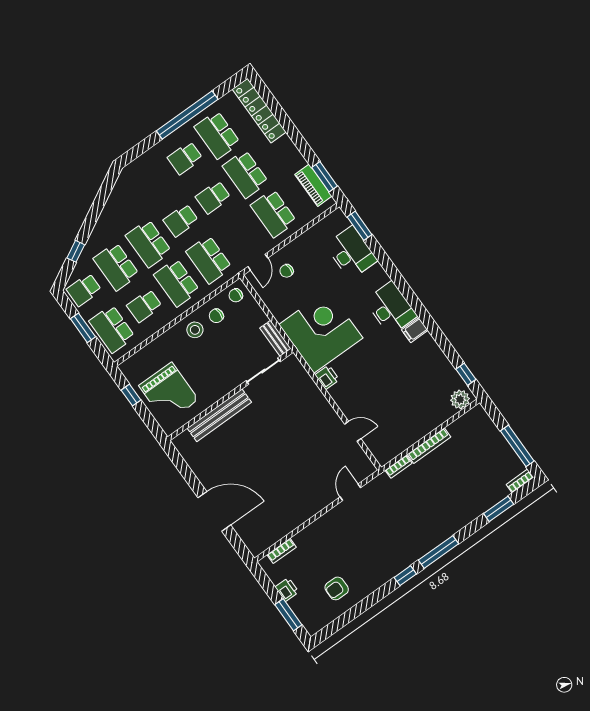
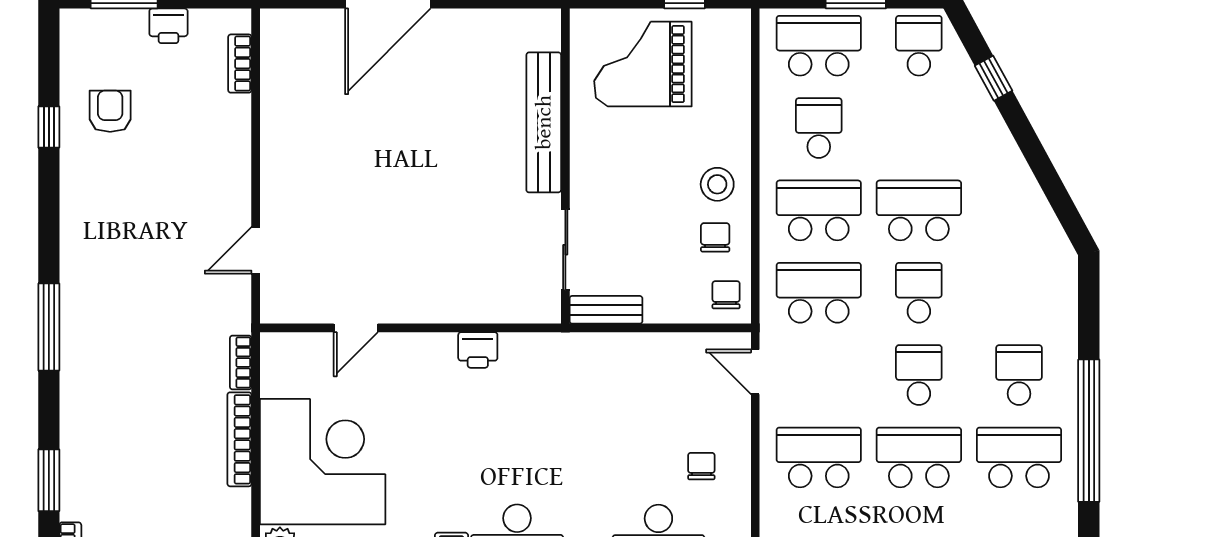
school desk: (116, 267) -> (919, 128), removed
chair: (287, 271) -> (701, 466), moved
corner desk: (321, 331) -> (323, 462), moved, turned -90
door: (350, 492) -> (256, 250), swing flipped
window: (405, 576) -> (49, 127), moved

